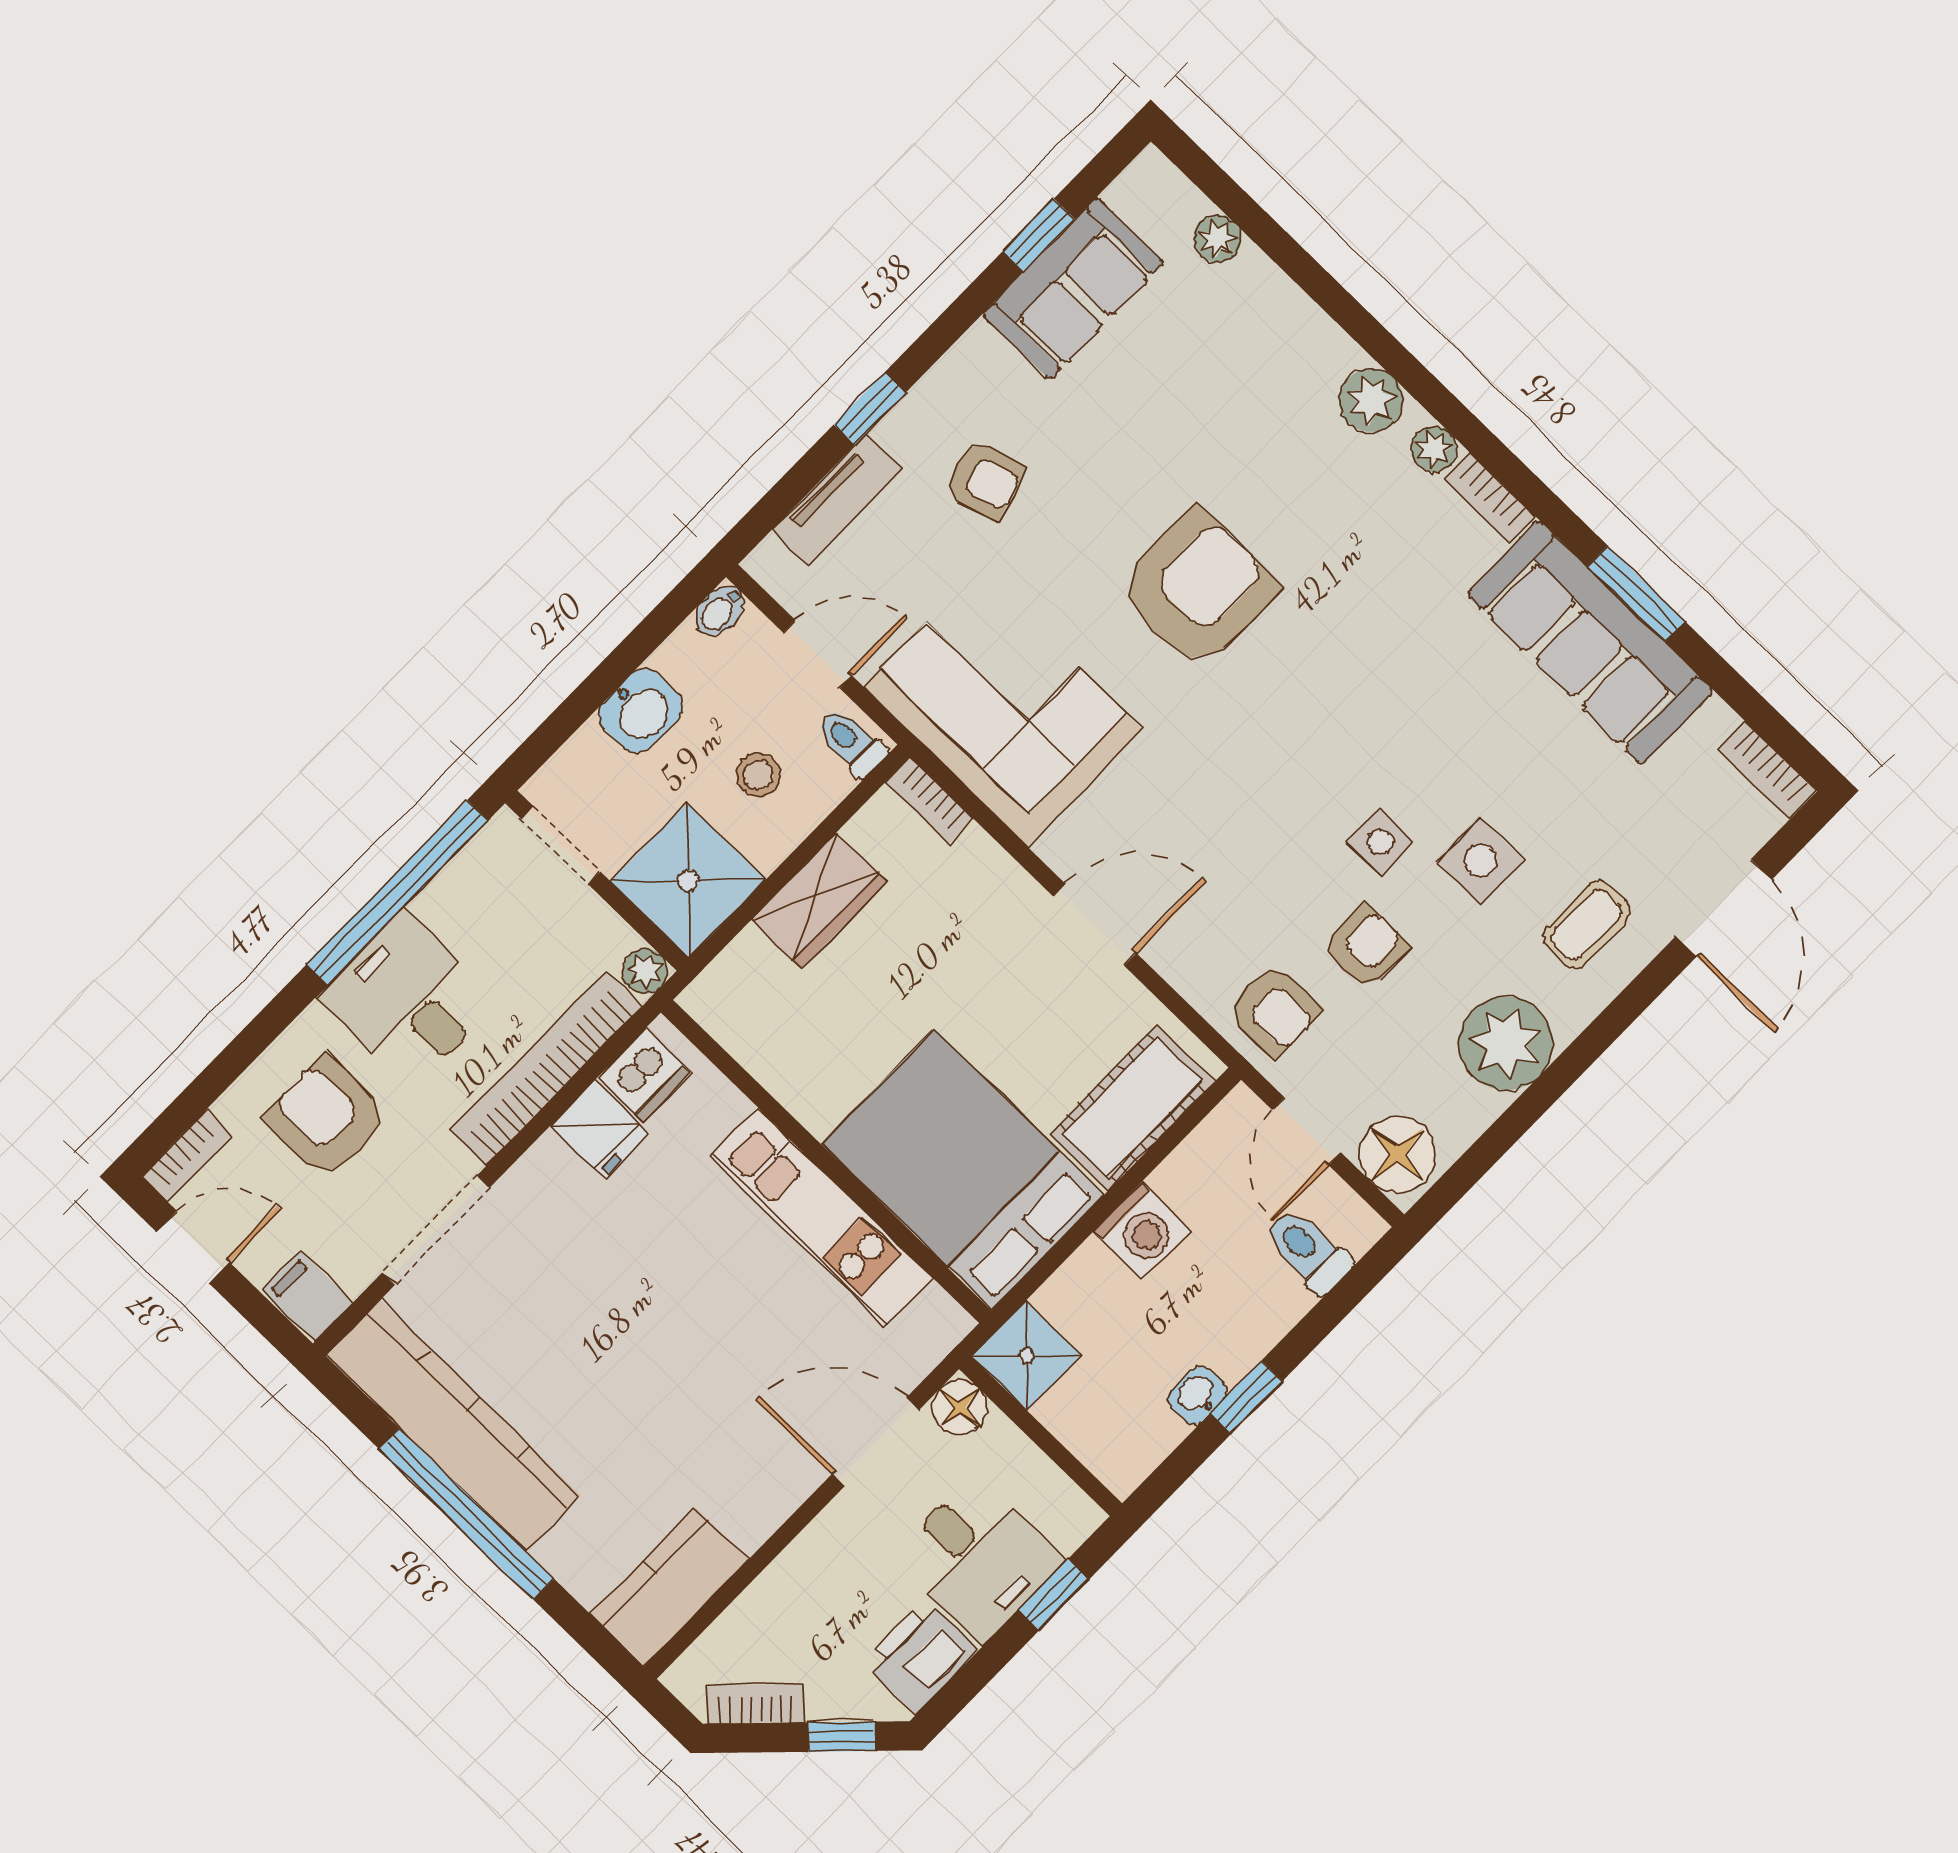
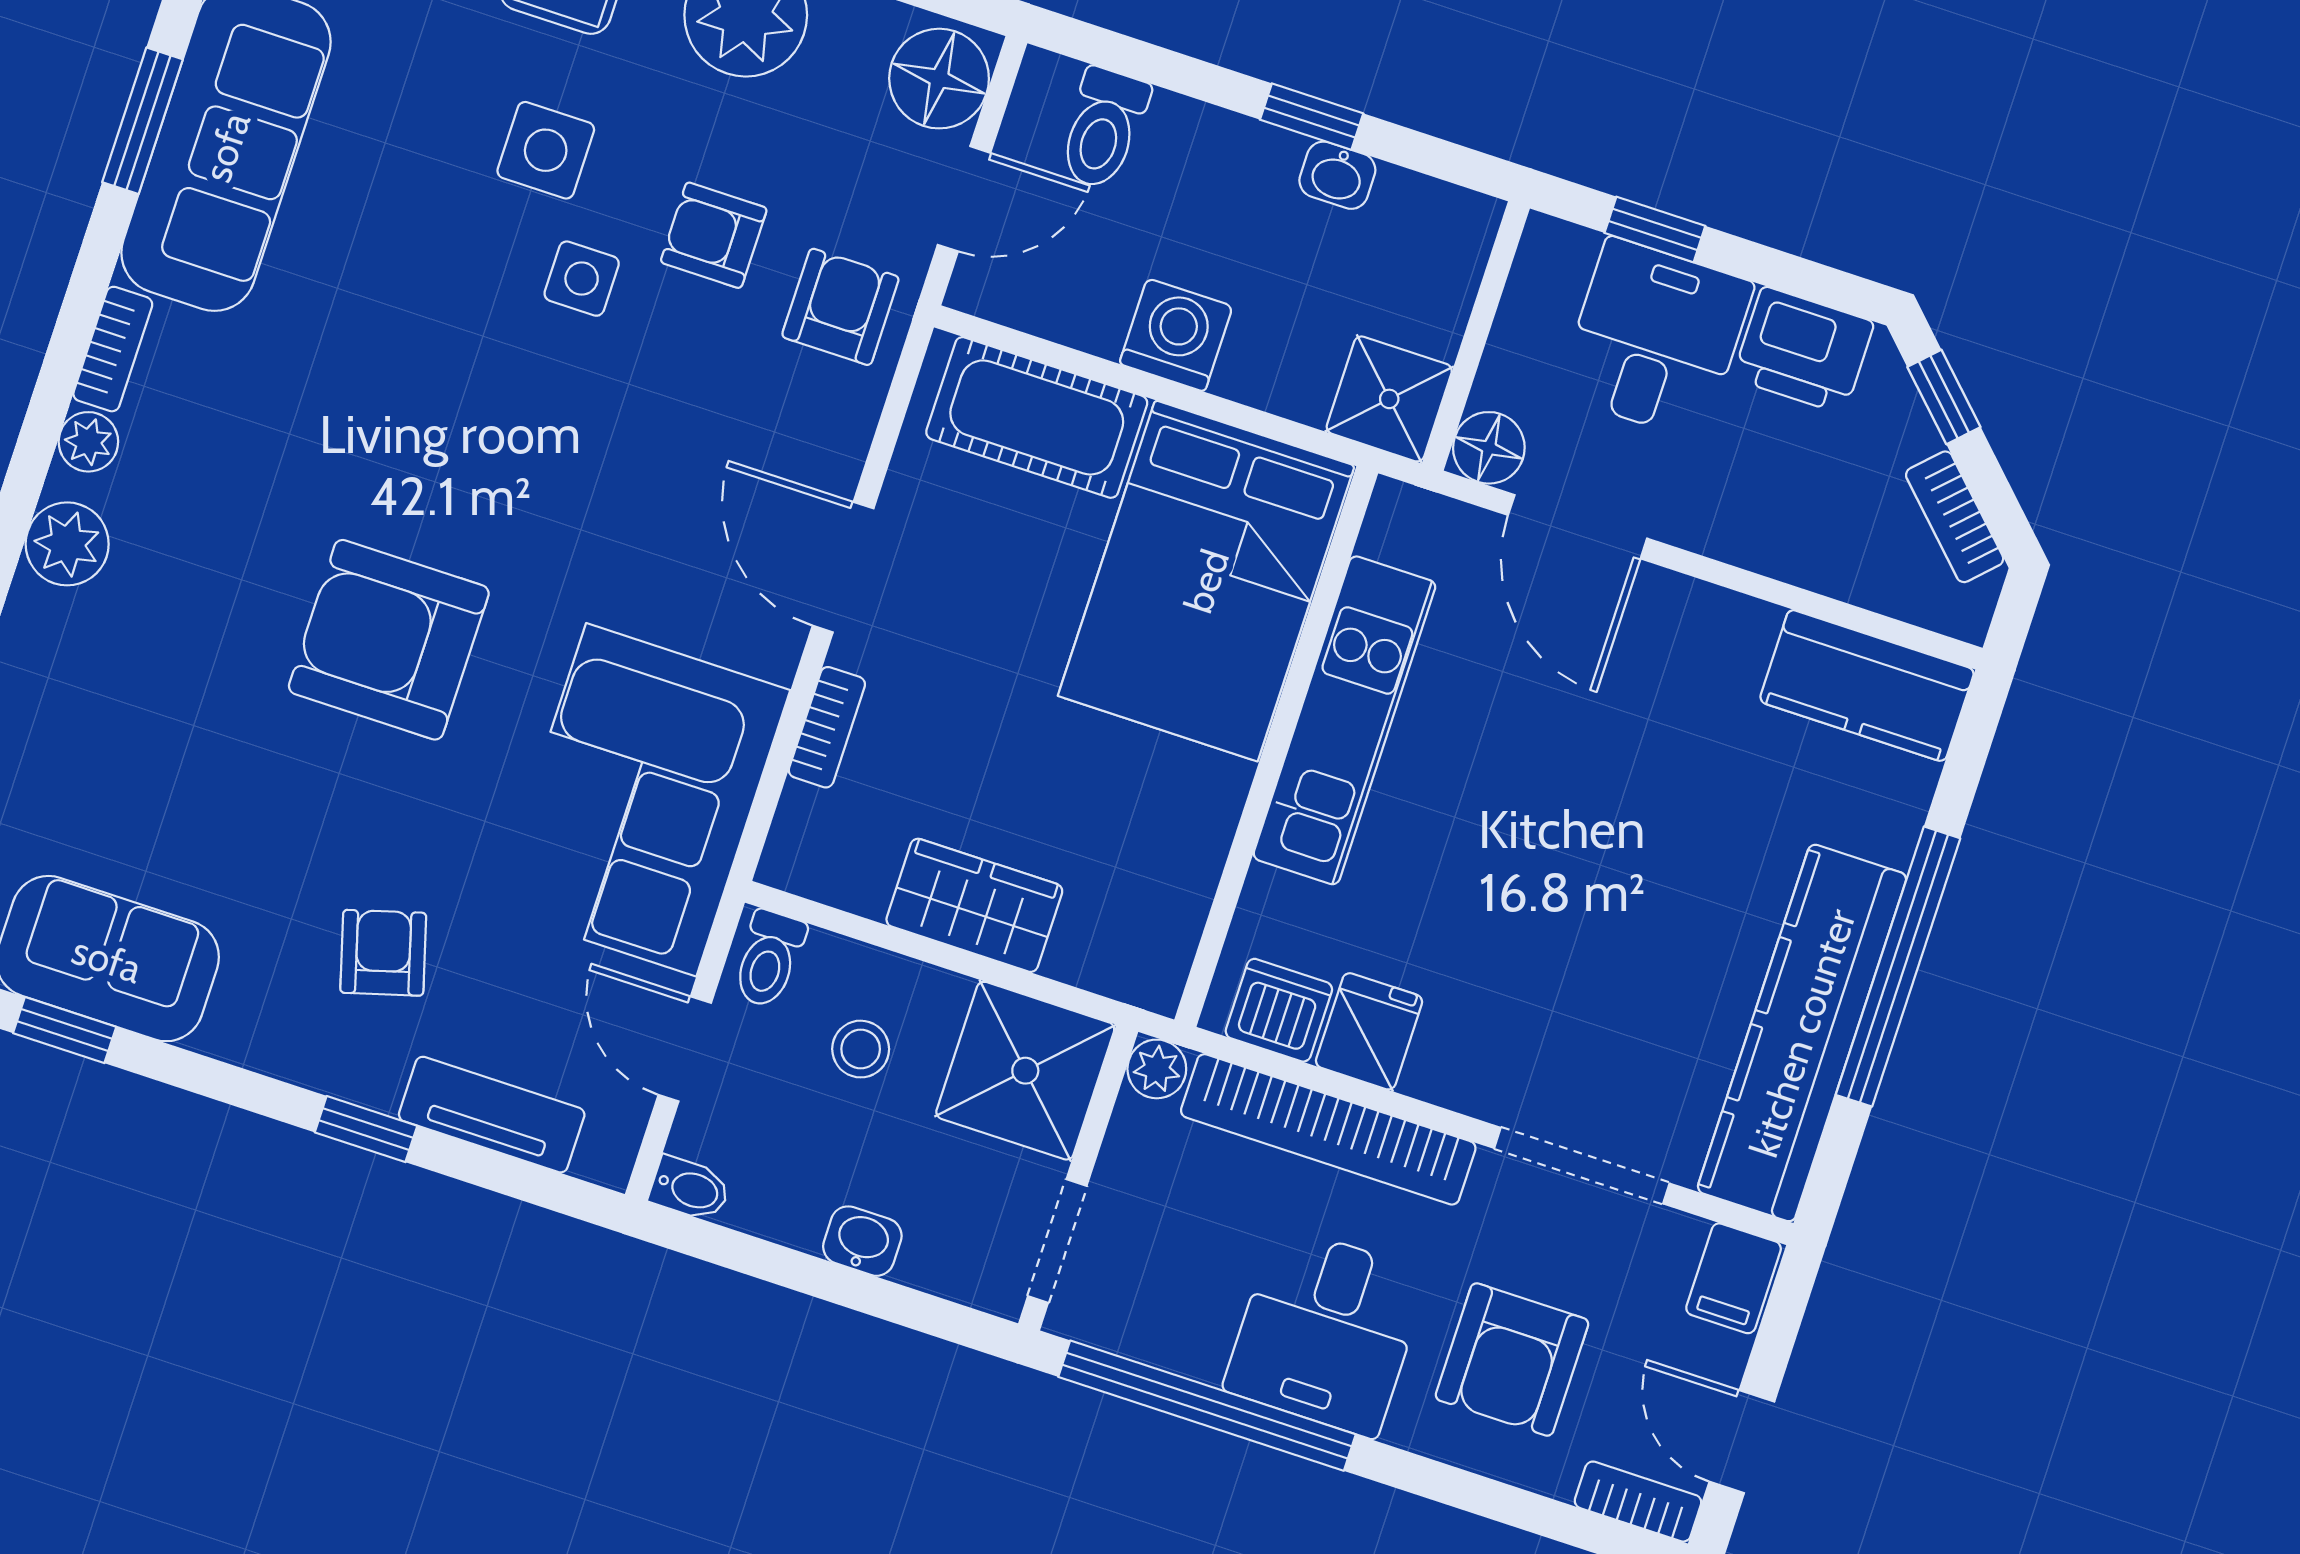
washbasin: (641, 711) -> (862, 1241), width x0.72, depth x0.69
bookcase: (929, 800) -> (827, 727), moved

